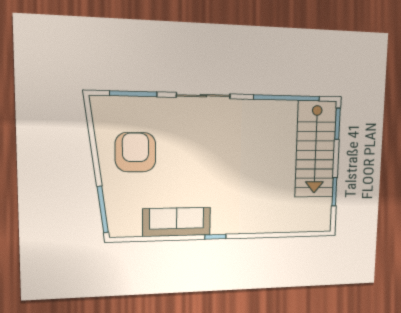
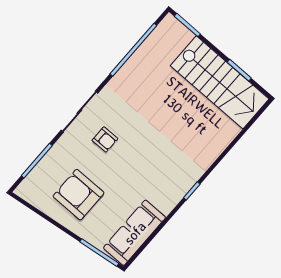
armchair: (198, 135) -> (105, 140), added
stairs: (316, 149) -> (220, 82), moved
sofa: (177, 222) -> (135, 233), moved

